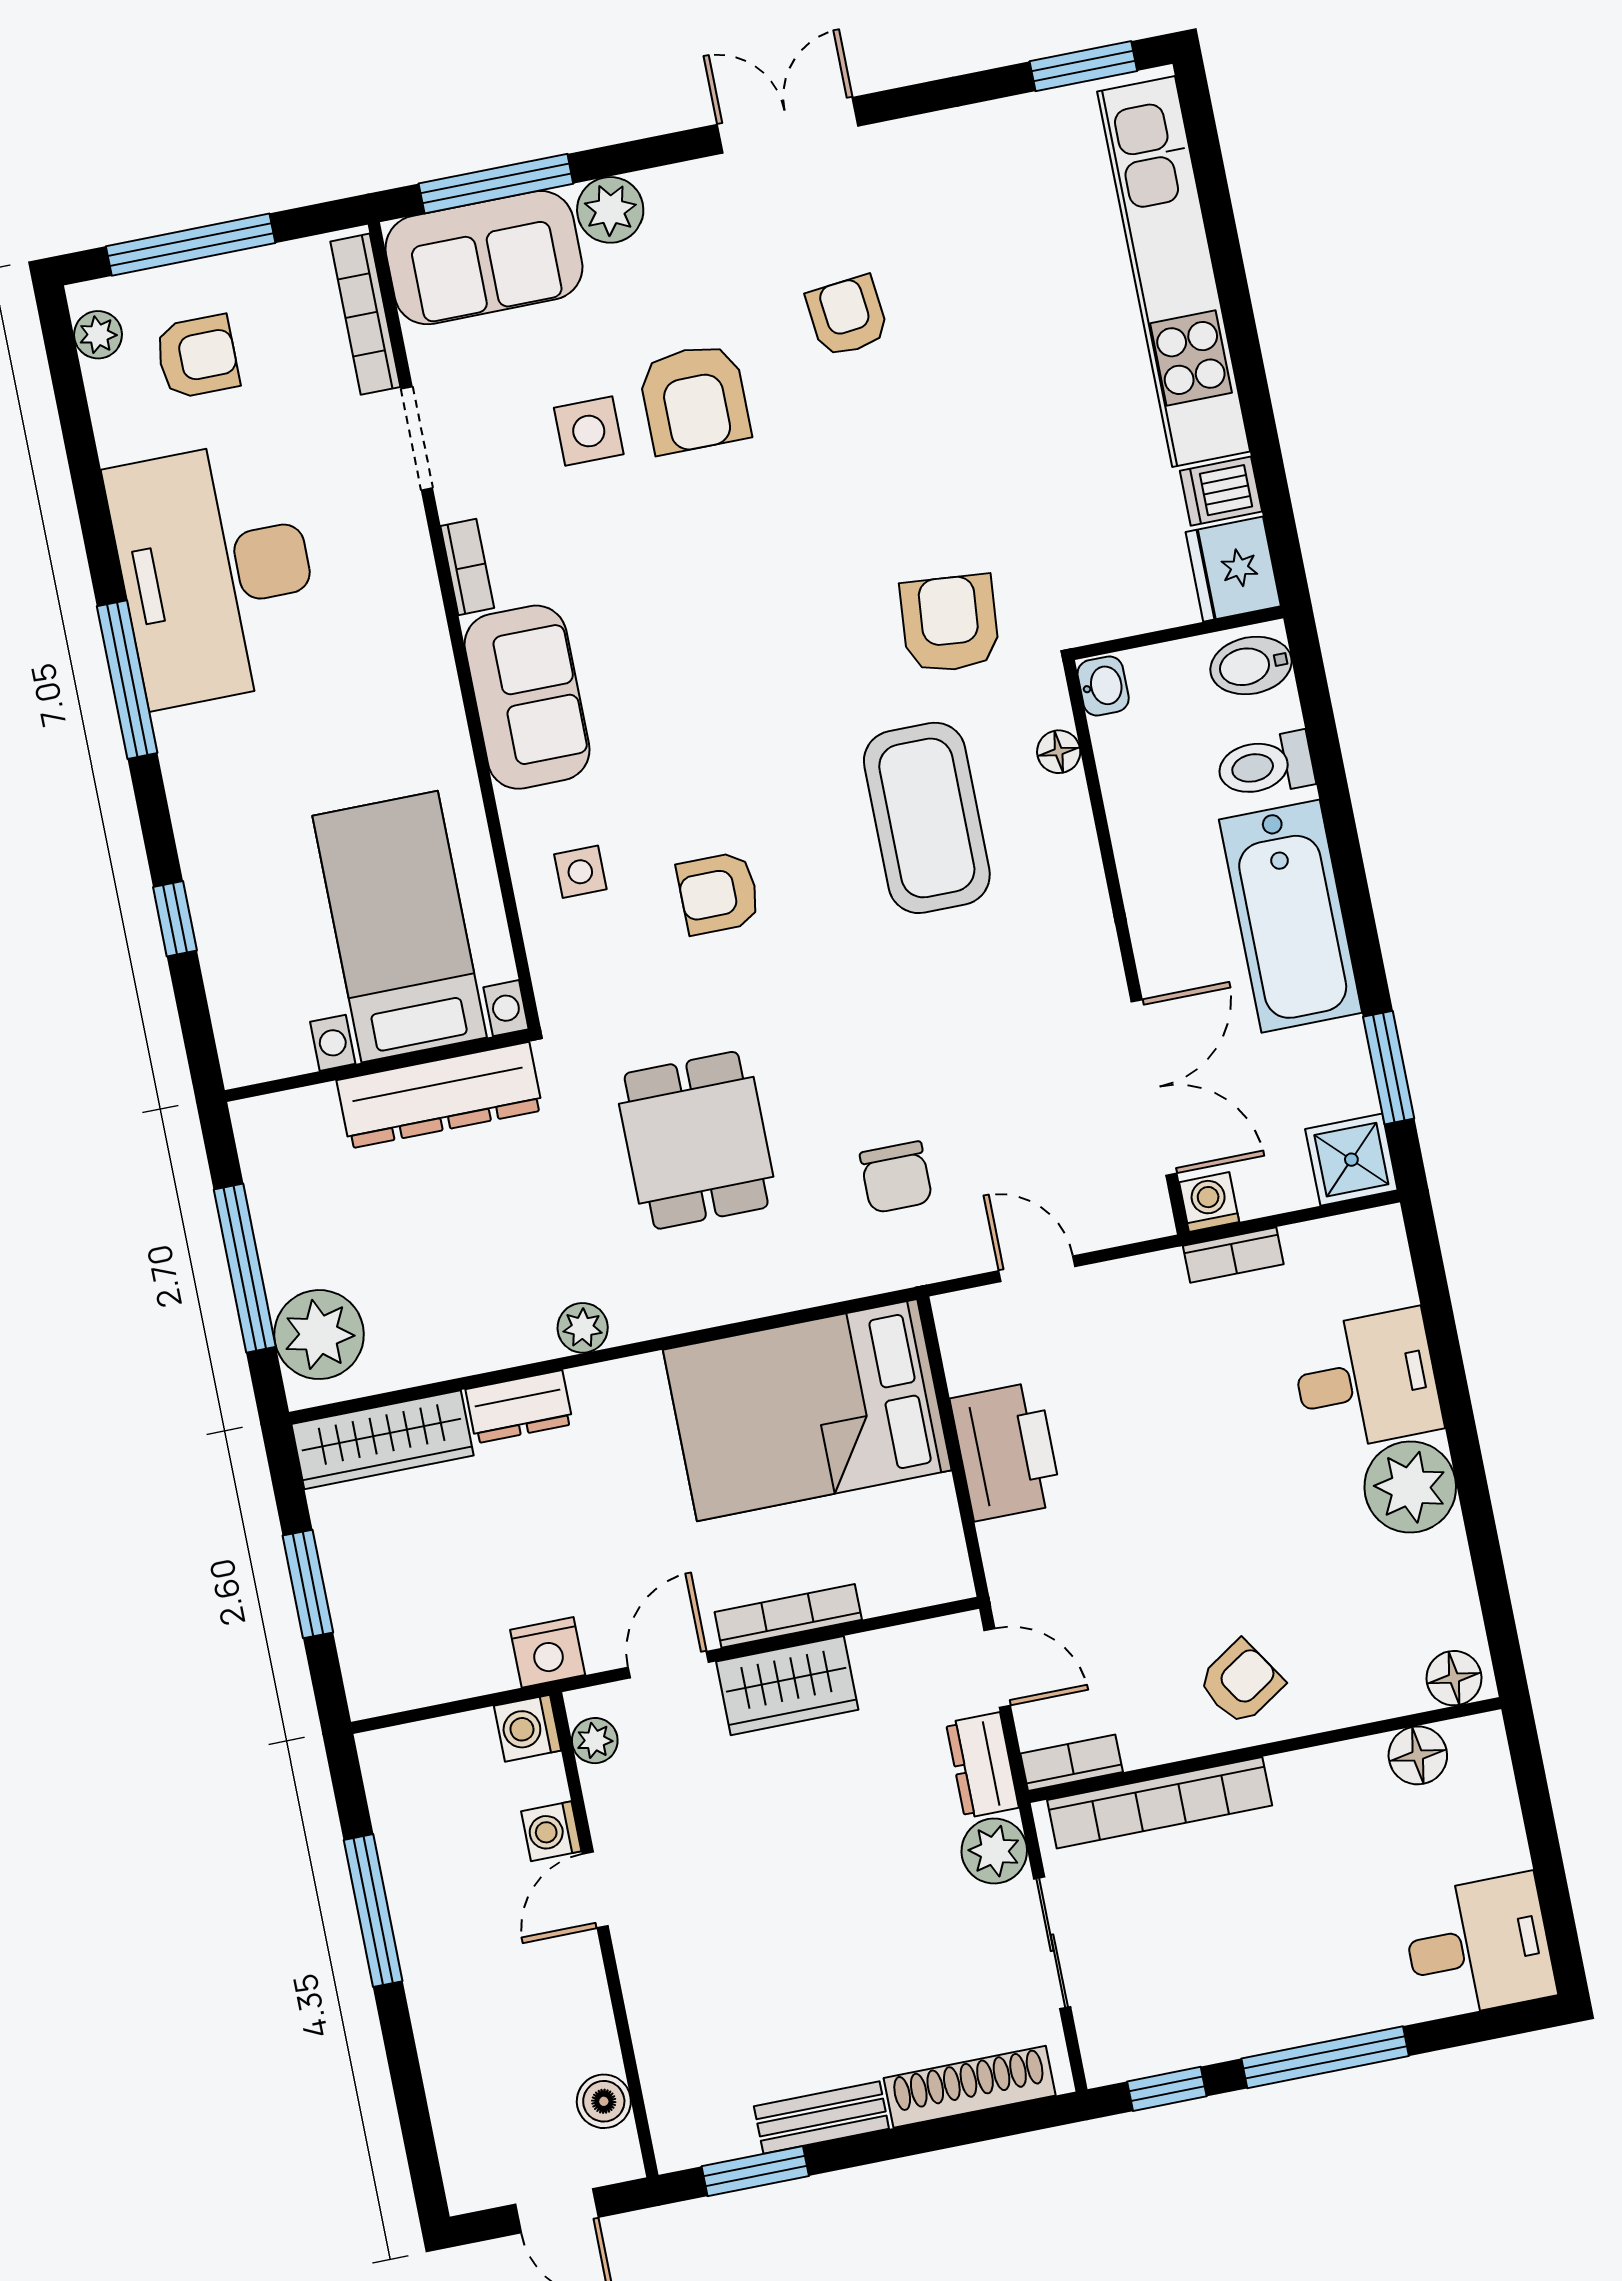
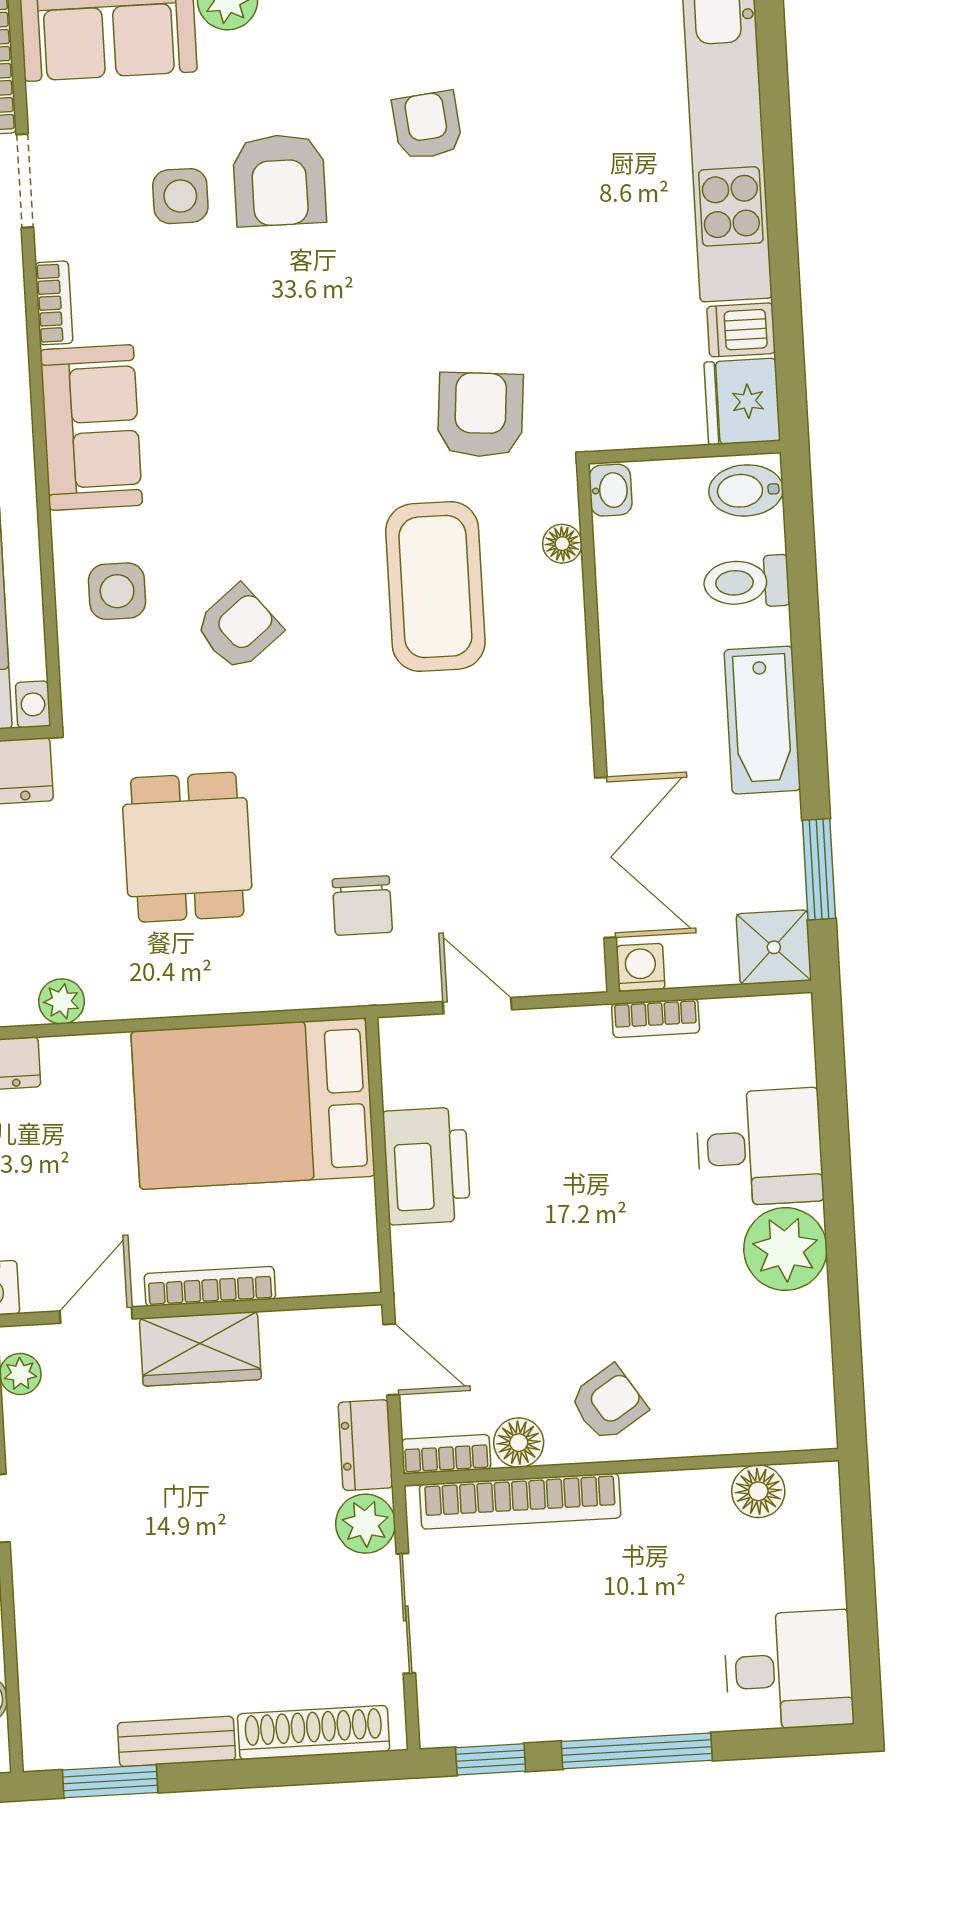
side table: (580, 872) -> (117, 591), width x1.37, depth x1.37
armchair: (718, 893) -> (238, 628), turned 141
bathtub: (1291, 916) -> (762, 720), width x0.73, depth x0.73
floor lamp: (1454, 1678) -> (519, 1443), moved

